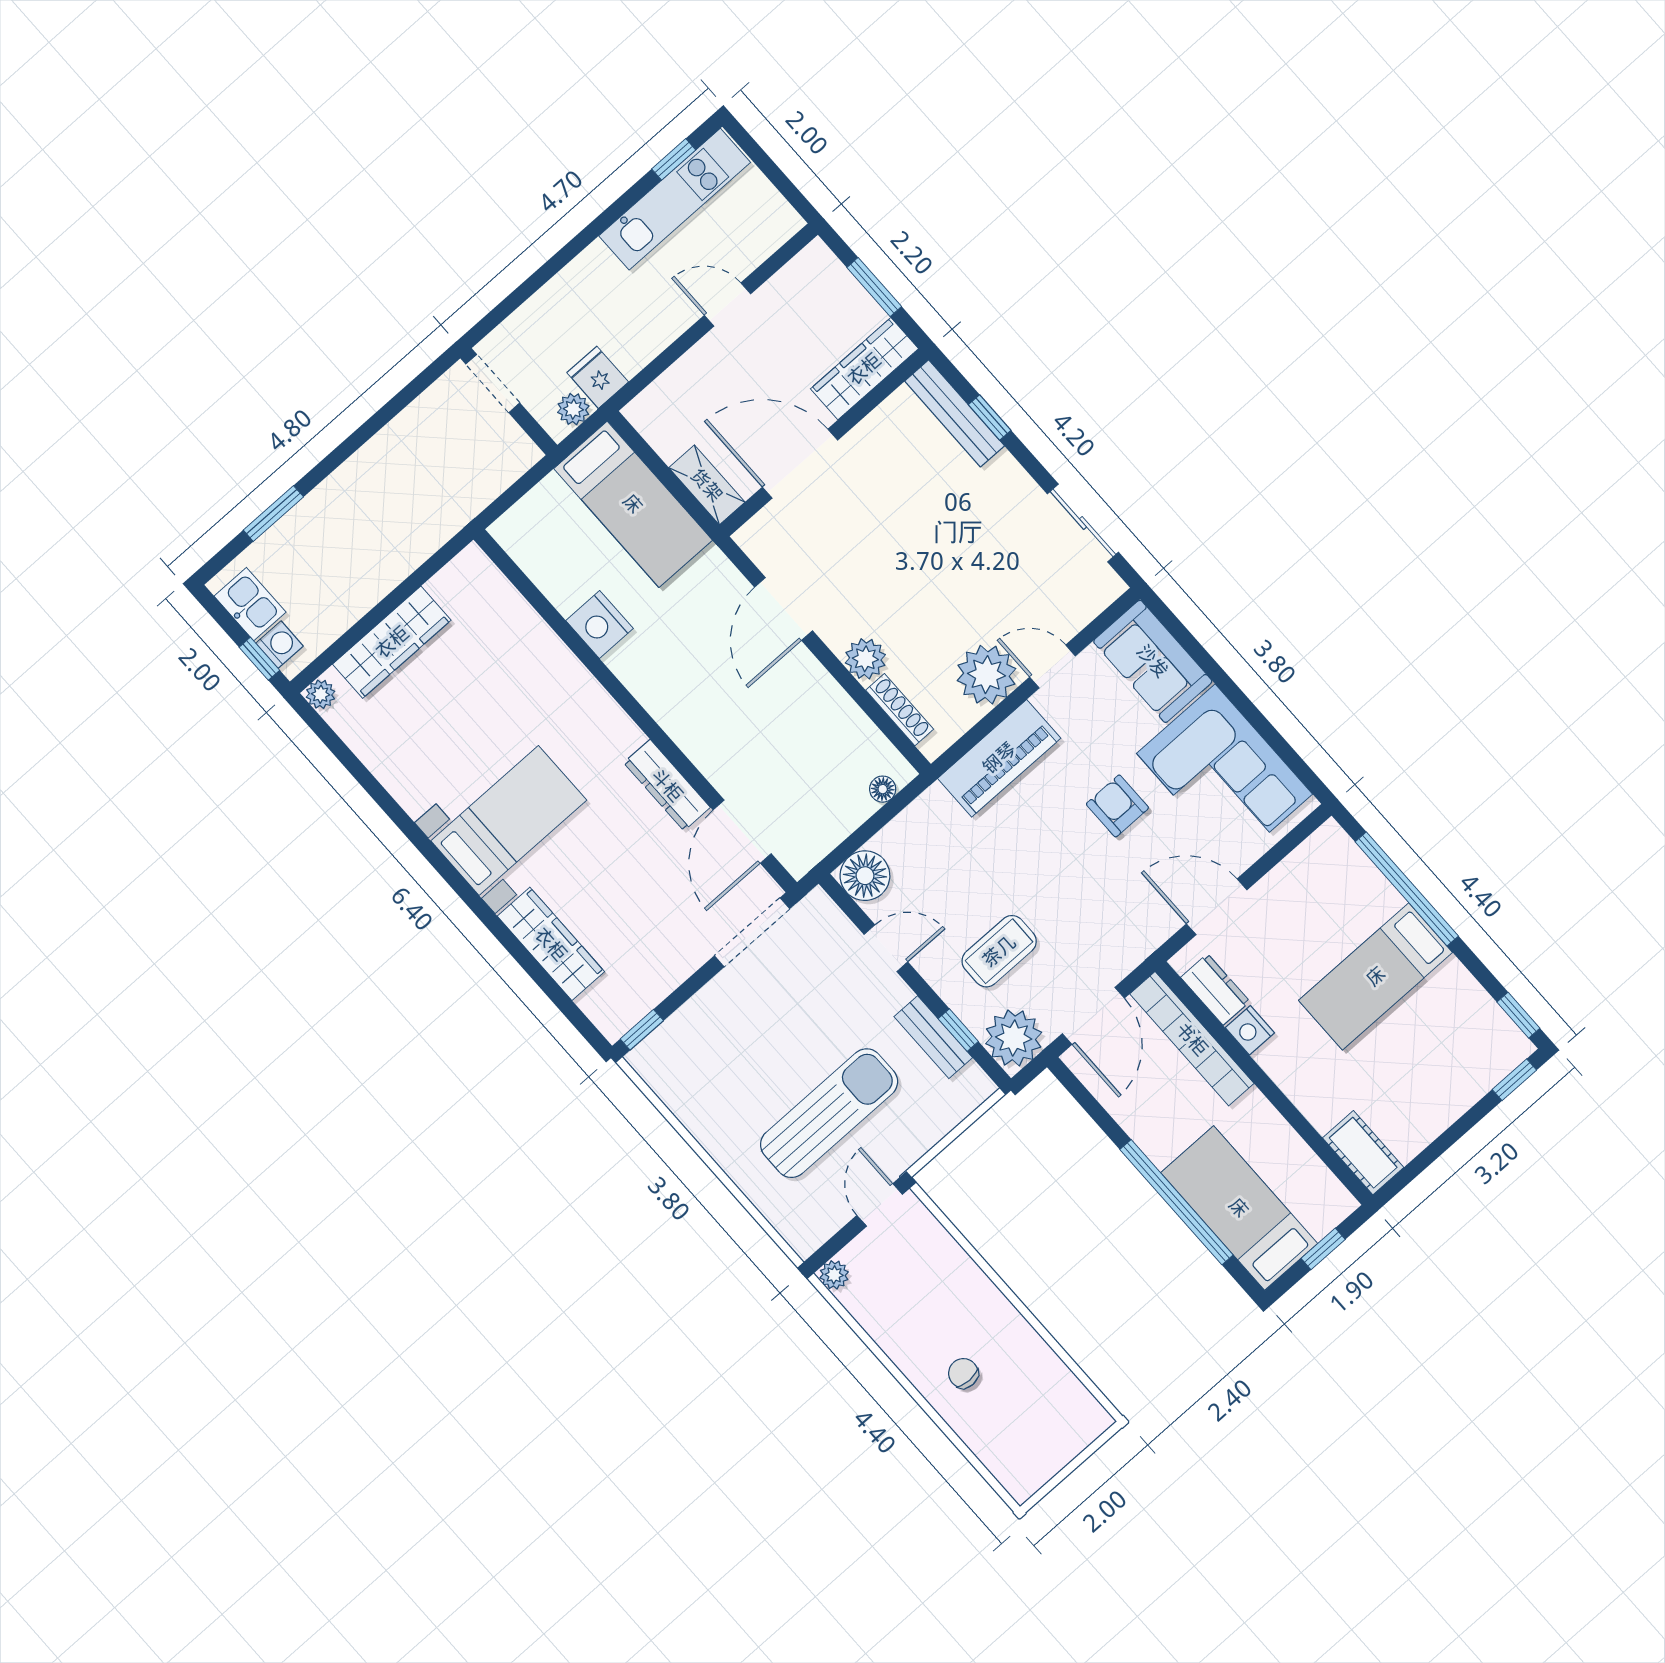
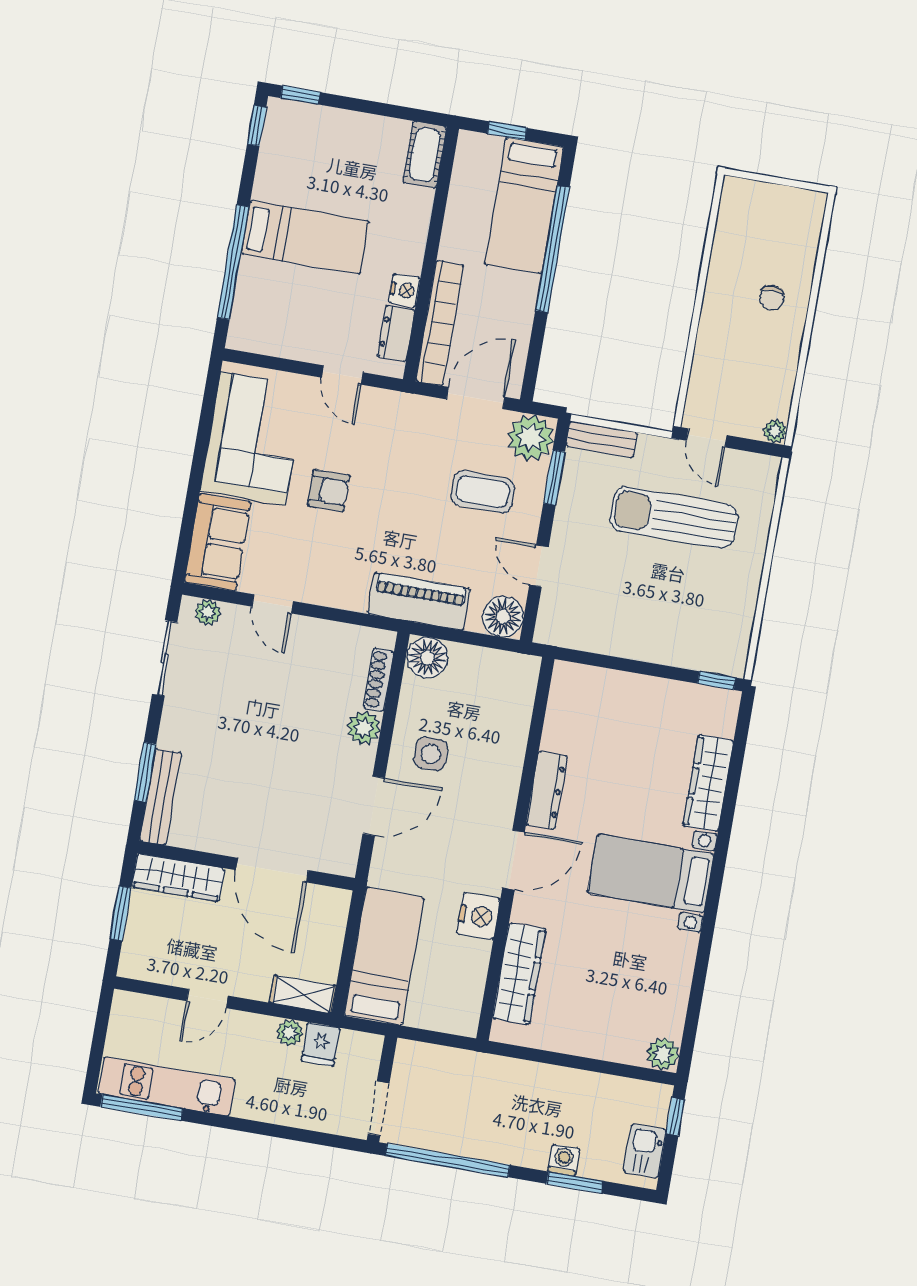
window: (674, 159) -> (142, 1108), width x2.17
door: (727, 305) -> (207, 998), hinge flipped
window: (391, 409) -> (448, 1160), added
plant: (573, 409) -> (290, 1033), moved
window: (990, 418) -> (145, 772), width x1.50
shelving: (707, 485) -> (303, 994), moved, turned 90
wardrobe: (392, 642) -> (519, 974), moved, turned 90
washing machine: (280, 645) -> (564, 1160), moved, turned 90
plant: (986, 675) -> (208, 612), moved, width x0.53, depth x0.53
plant: (321, 694) -> (663, 1054), width x1.38, depth x1.38
side table: (790, 703) -> (431, 754), added
piano: (999, 758) -> (419, 601), moved
floor lamp: (883, 789) -> (427, 658), width x1.89, depth x1.89
armchair: (1117, 806) -> (329, 491), turned -90
door: (742, 832) -> (513, 860), moved
door: (1217, 907) -> (342, 375), width x0.73
doorway: (752, 932) -> (597, 660), removed
window: (958, 1030) -> (554, 478), width x1.50
bench: (933, 1037) -> (602, 439), moved, turned 90
door: (880, 1205) -> (707, 438), hinge flipped

